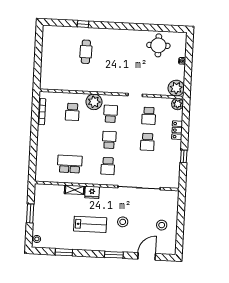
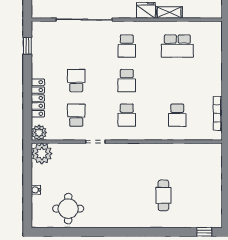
window: (83, 24) -> (204, 232), moved
plant: (94, 102) -> (149, 130), removed
school desk: (72, 112) -> (177, 115), turned 180
locker: (177, 130) -> (38, 98), width x1.53
window: (184, 156) -> (27, 46), moved
school desk: (108, 166) -> (127, 46), turned 180

